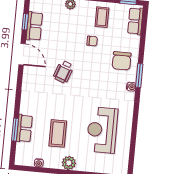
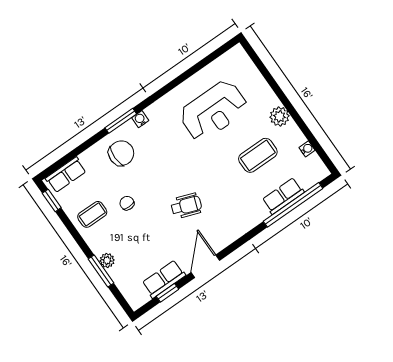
window: (15, 130) -> (293, 205), width x2.11

